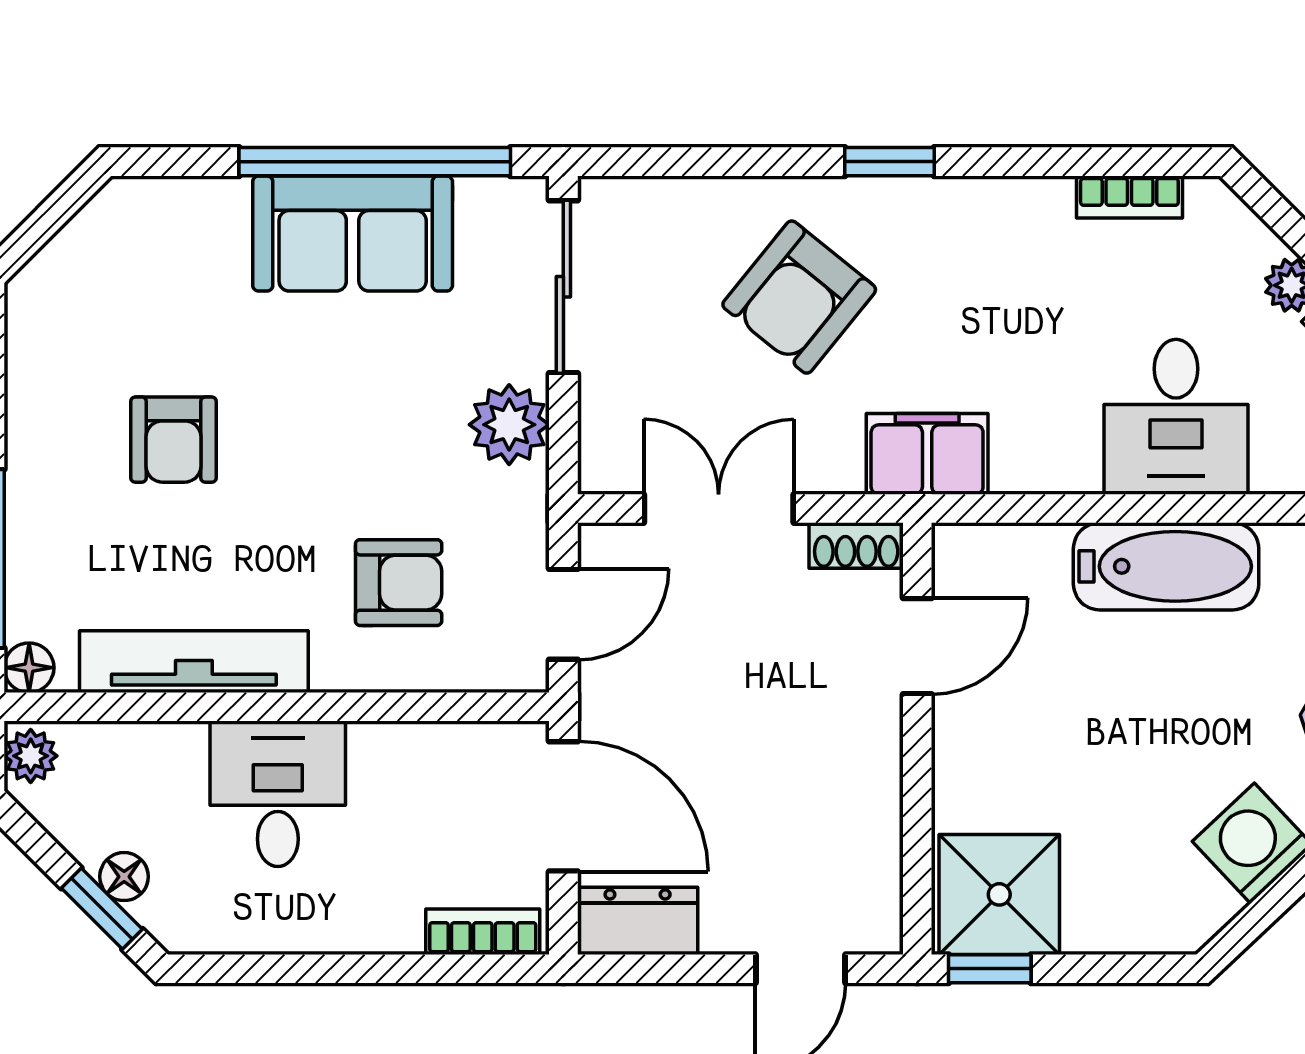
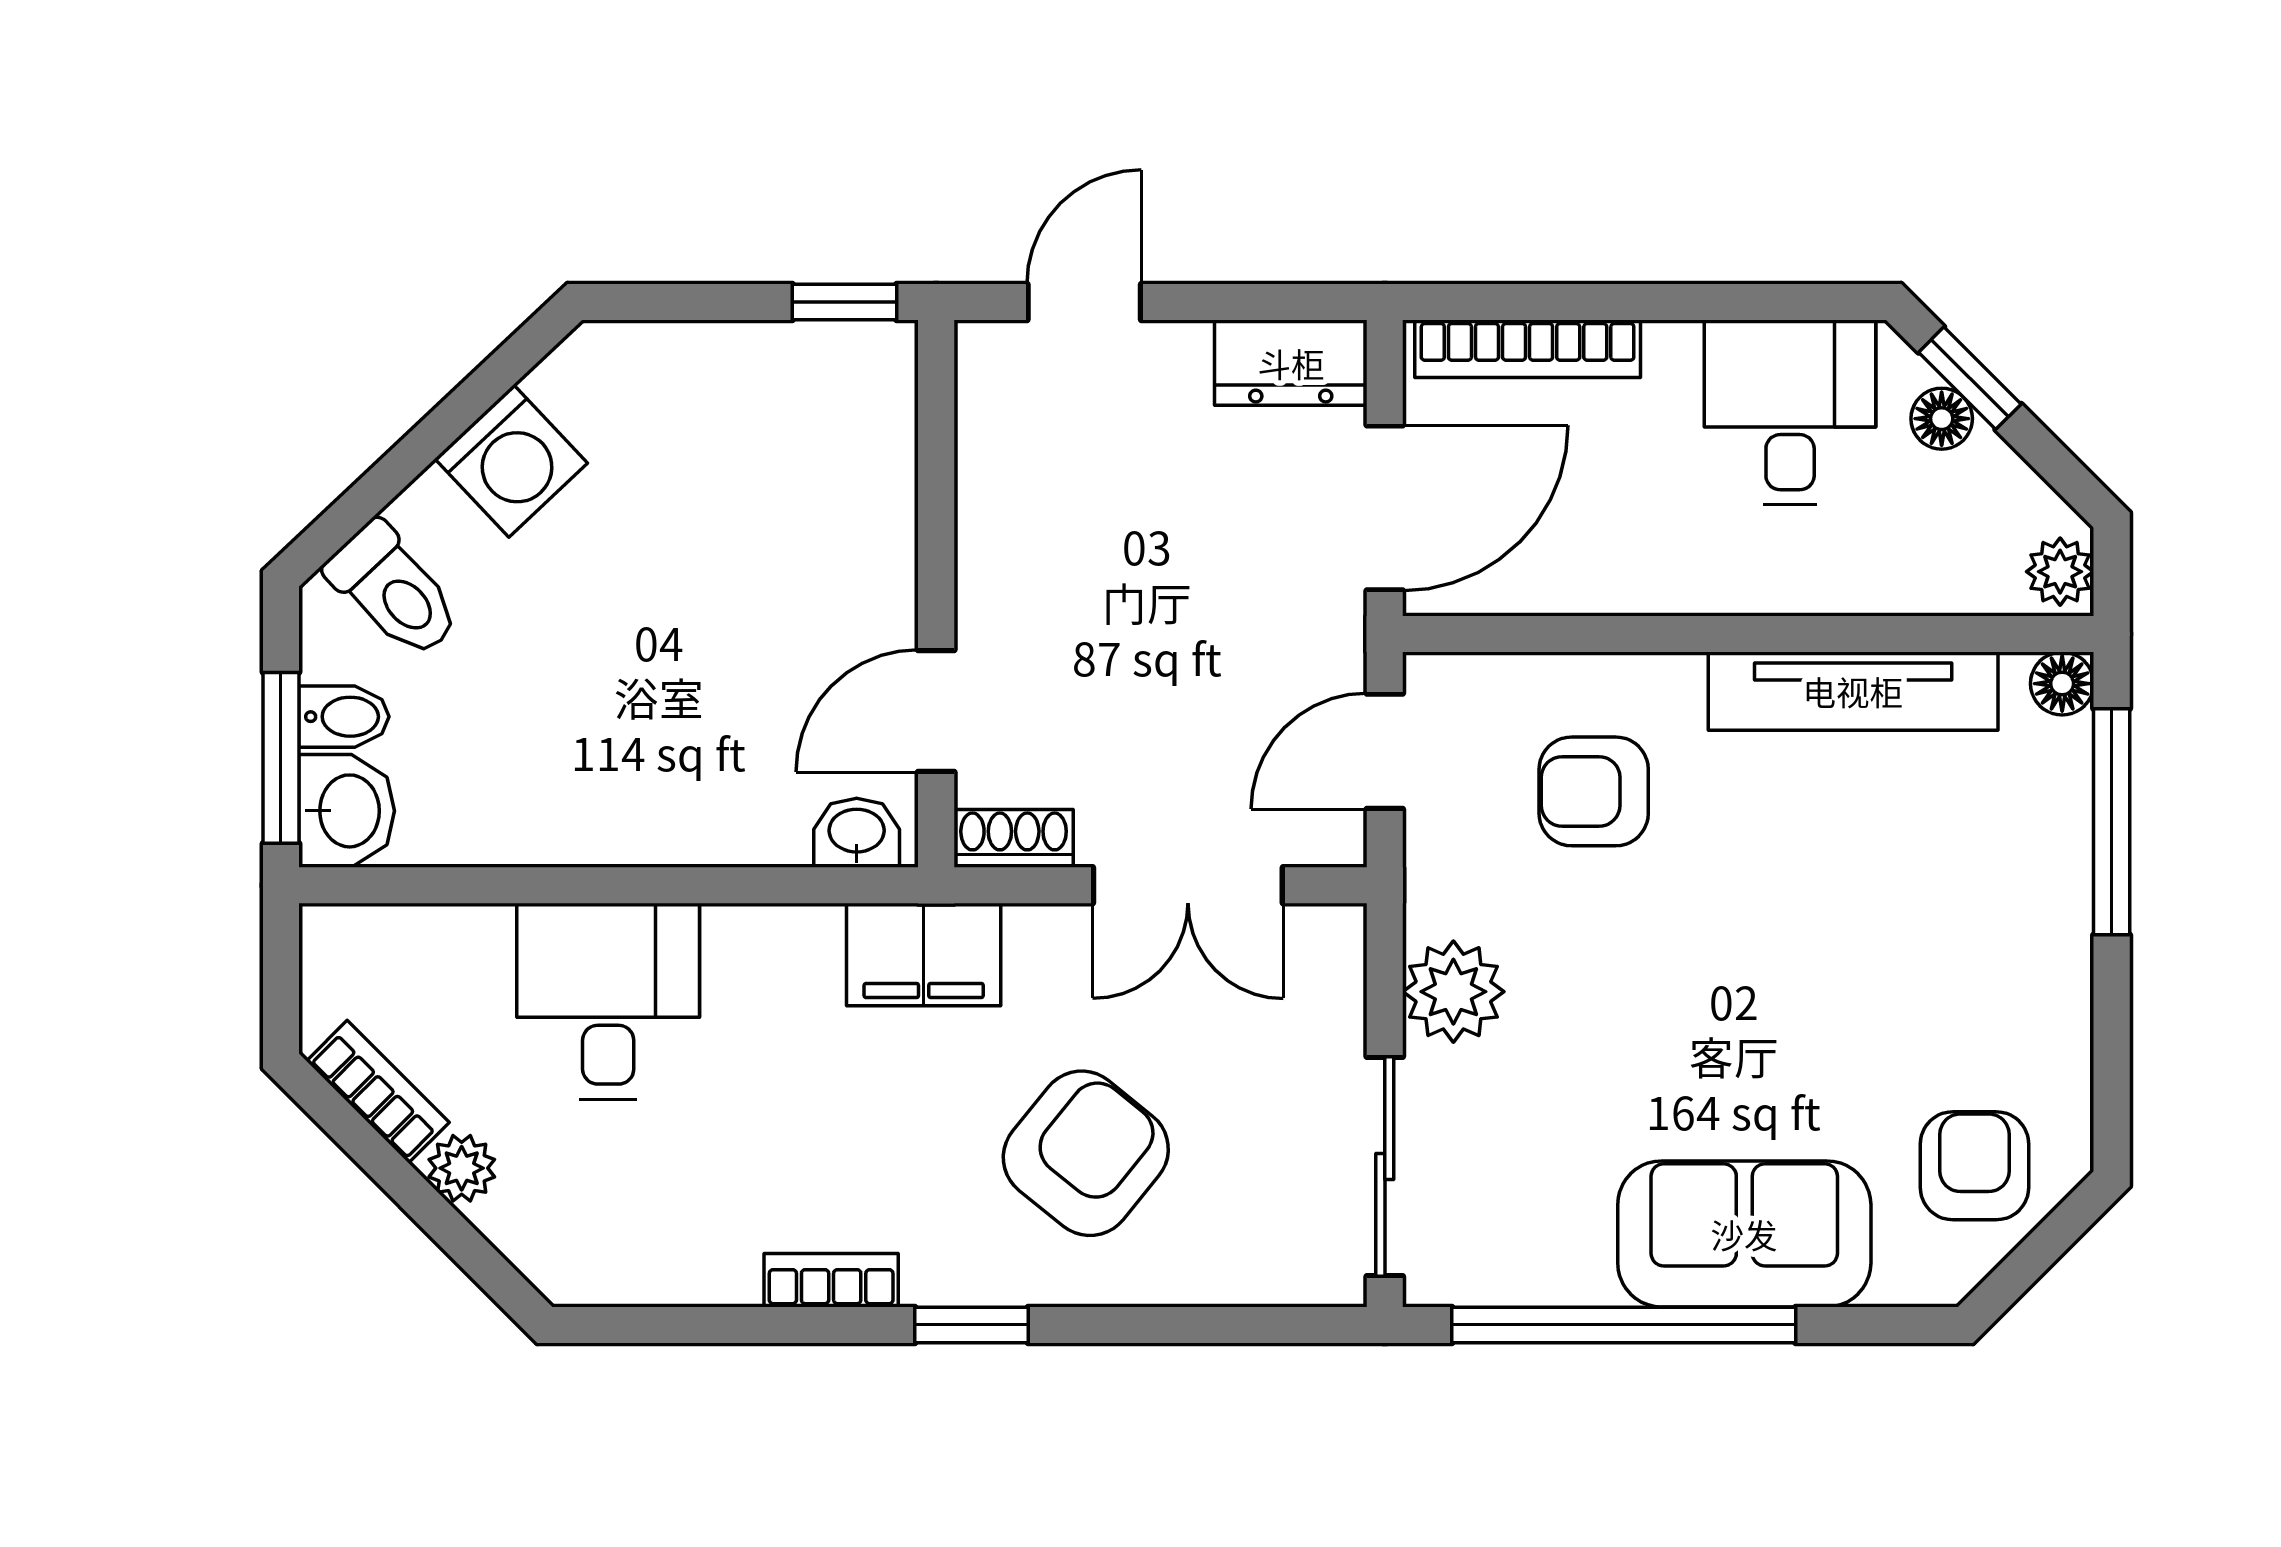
bookcase: (1129, 197) -> (831, 1280), moved
sofa: (353, 233) -> (1744, 1234), moved
armchair: (174, 440) -> (1975, 1166), moved
washbasin: (980, 550) -> (857, 833), added
bathtub: (1166, 566) -> (621, 812), removed
desk: (278, 794) -> (1790, 412), moved, turned 180
door: (563, 806) -> (1385, 508), swing flipped
shower: (999, 894) -> (832, 396), removed
bookcase: (483, 932) -> (1528, 349), width x1.56

